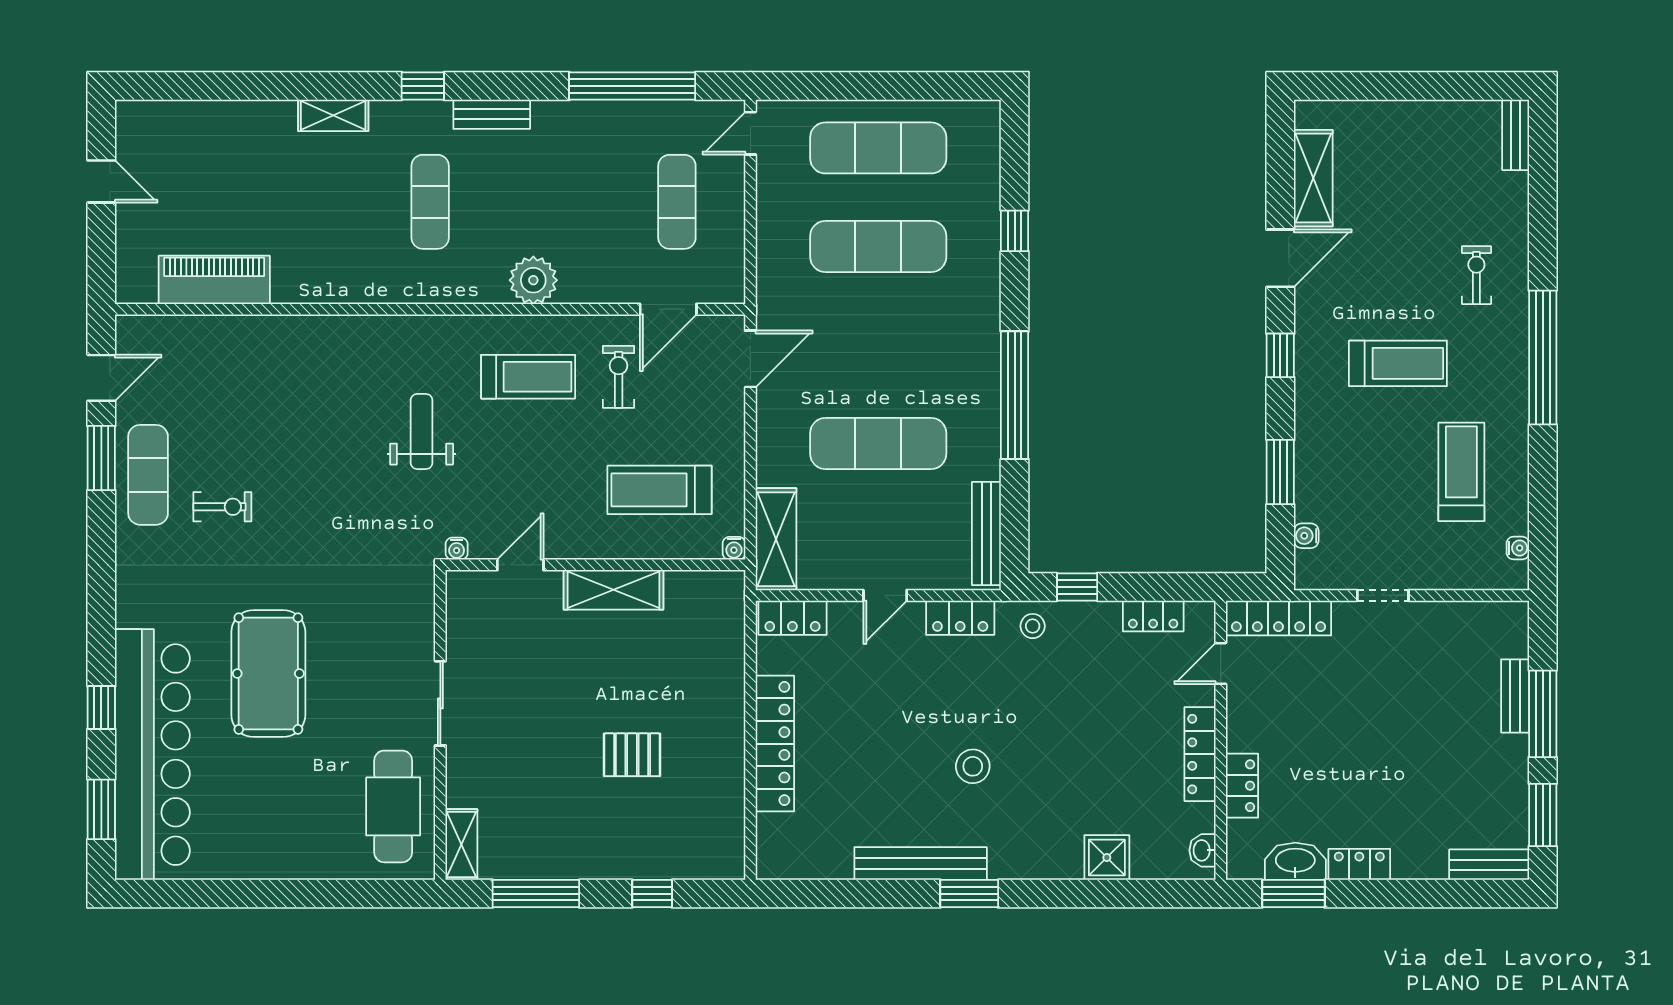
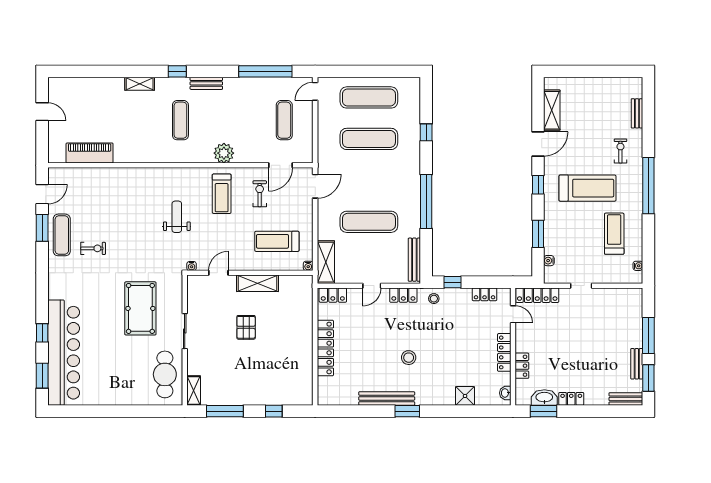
bench: (1516, 135) -> (637, 113), moved
treadmill: (1398, 363) -> (587, 188), width x1.37, depth x1.38
treadmill: (528, 377) -> (222, 194), turned 90
door: (1221, 663) -> (513, 314), swing flipped
pool table: (268, 674) -> (140, 308), moved
bench: (1515, 696) -> (637, 364), moved
pallet: (632, 755) -> (246, 327), moved, turned 90

